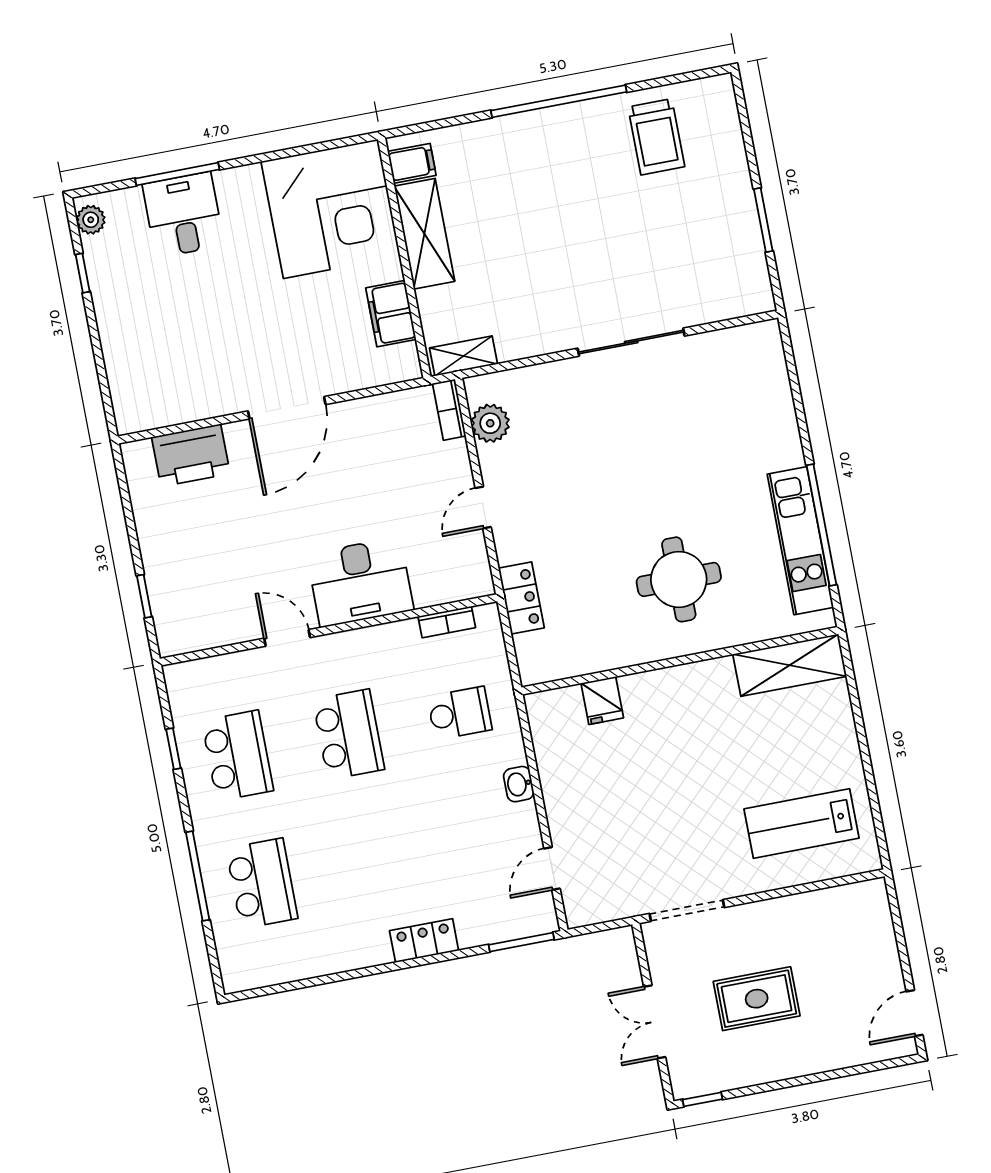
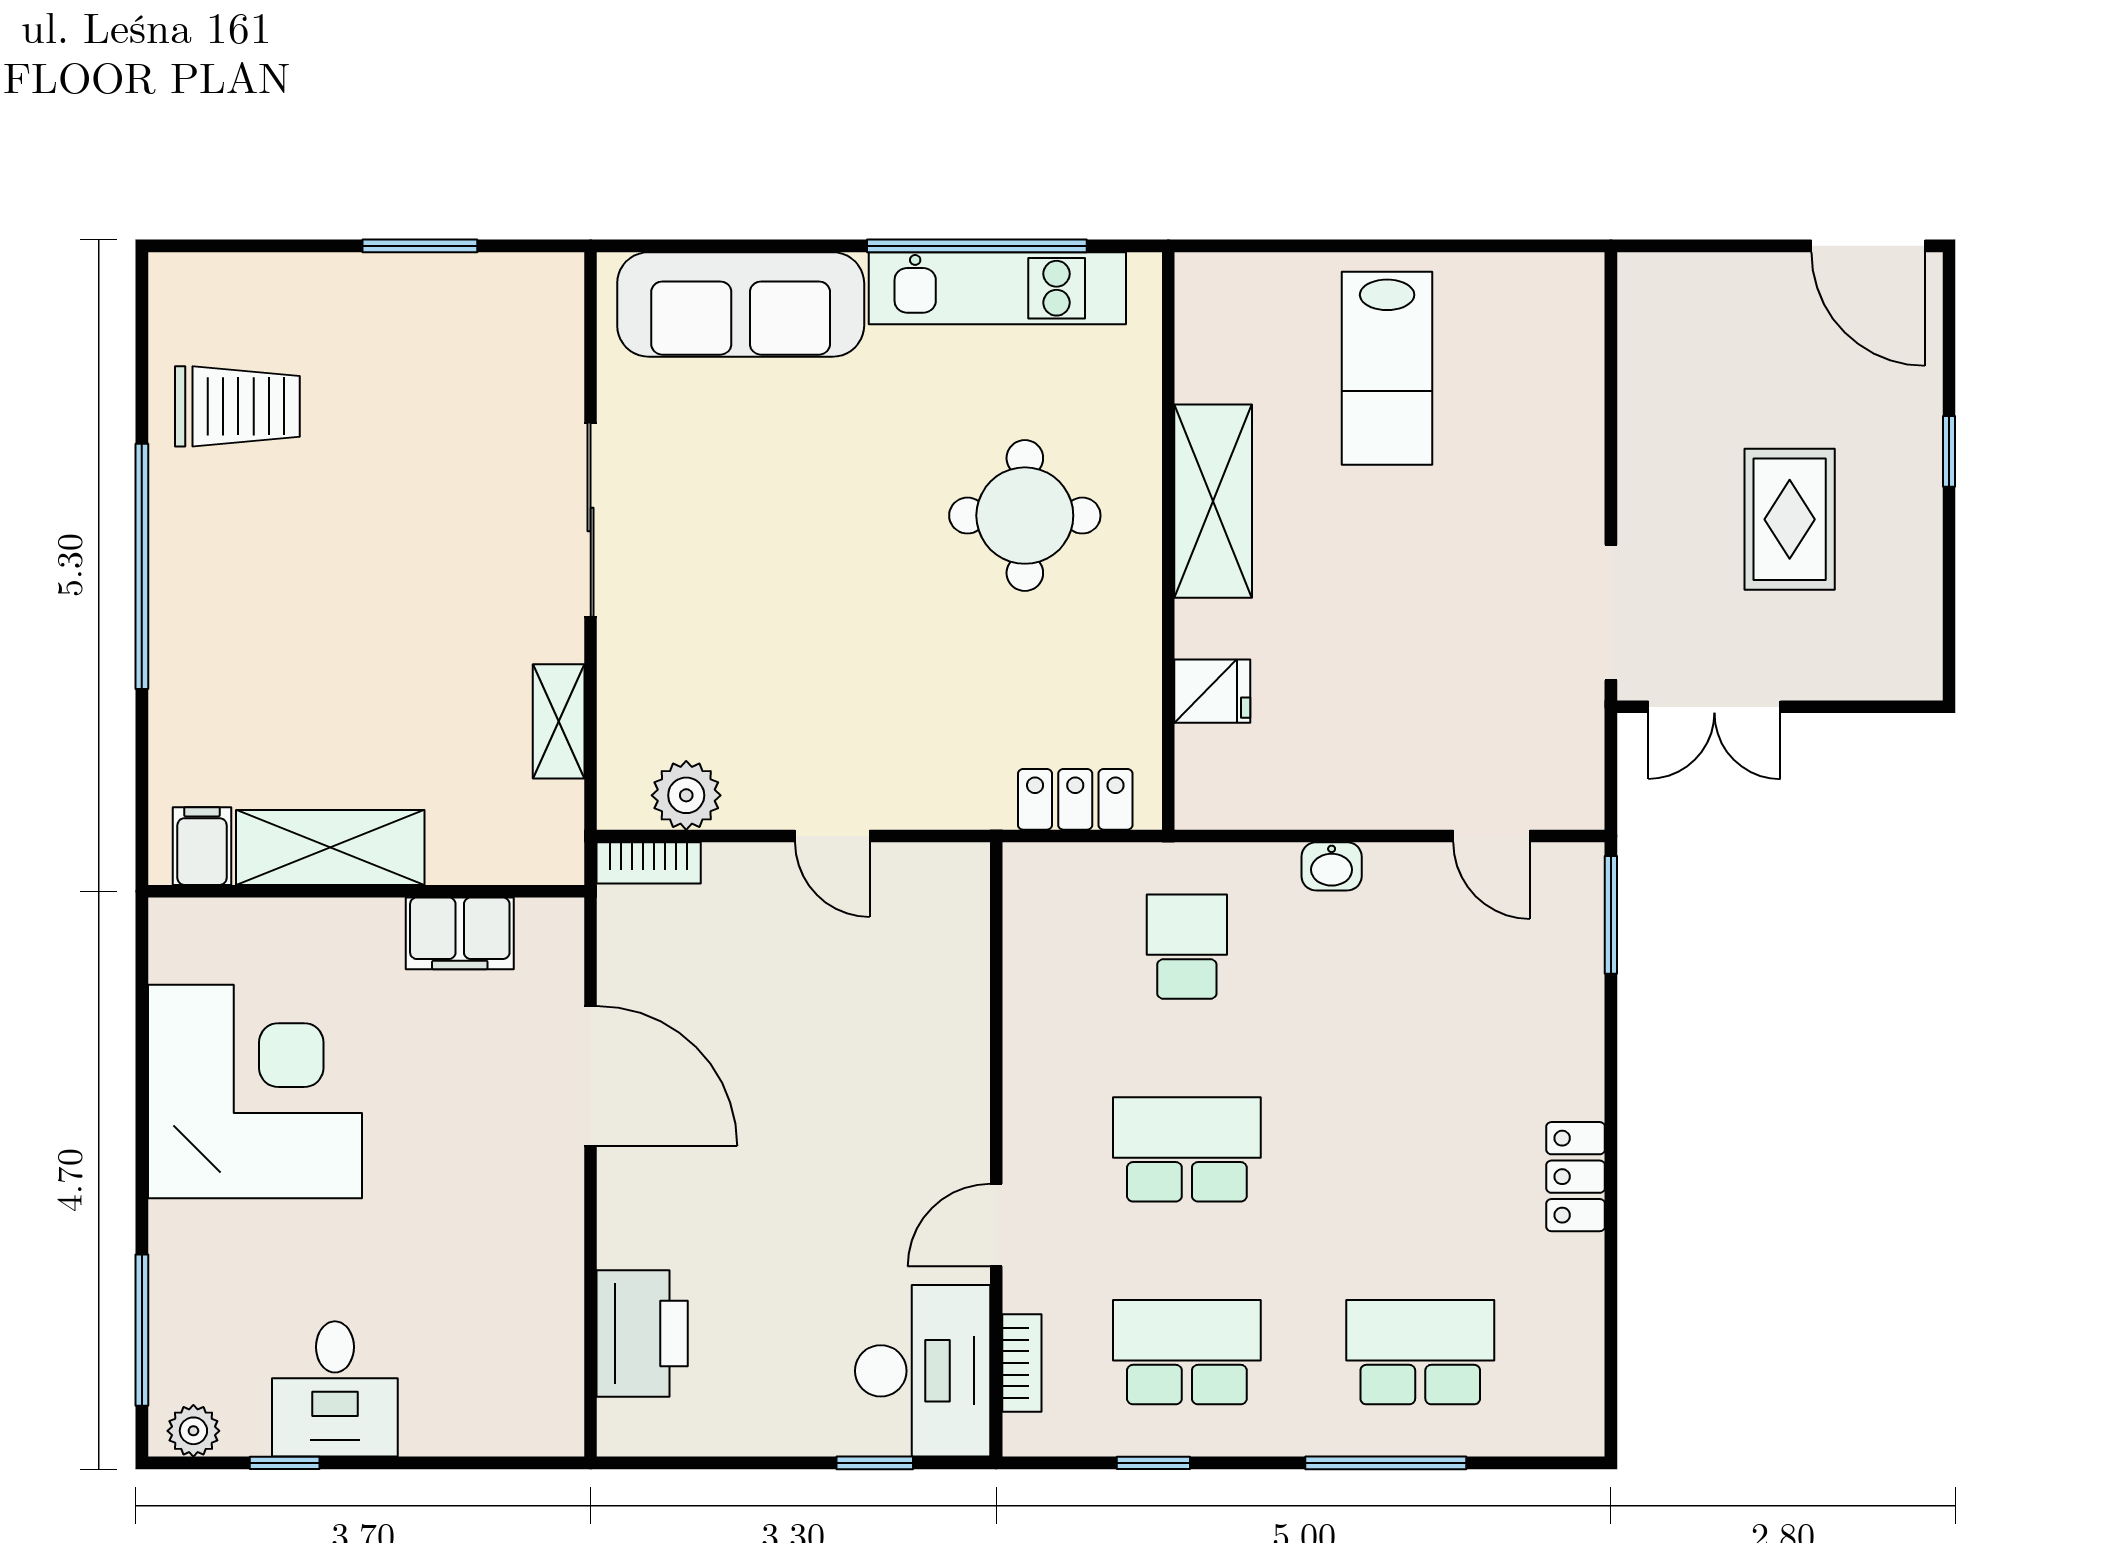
window: (177, 174) -> (142, 1330), moved
corner desk: (331, 209) -> (255, 1091), moved
desk: (183, 215) -> (335, 1389), moved, turned -90
shelving: (464, 356) -> (559, 721), moved
sofa: (765, 402) -> (741, 304), added
door: (287, 408) -> (591, 1076), moved
desk: (360, 582) -> (923, 1371), moved
locker: (521, 598) -> (1075, 799), moved
bookcase: (447, 622) -> (1022, 1363), moved
shelving: (790, 665) -> (1213, 501), moved
lab bench: (802, 824) -> (1387, 368), moved
locker: (424, 941) -> (1576, 1177), moved
door: (915, 1013) -> (1868, 246), width x1.38
double door: (655, 1022) -> (1714, 707), moved
window: (702, 1099) -> (1949, 451), moved

